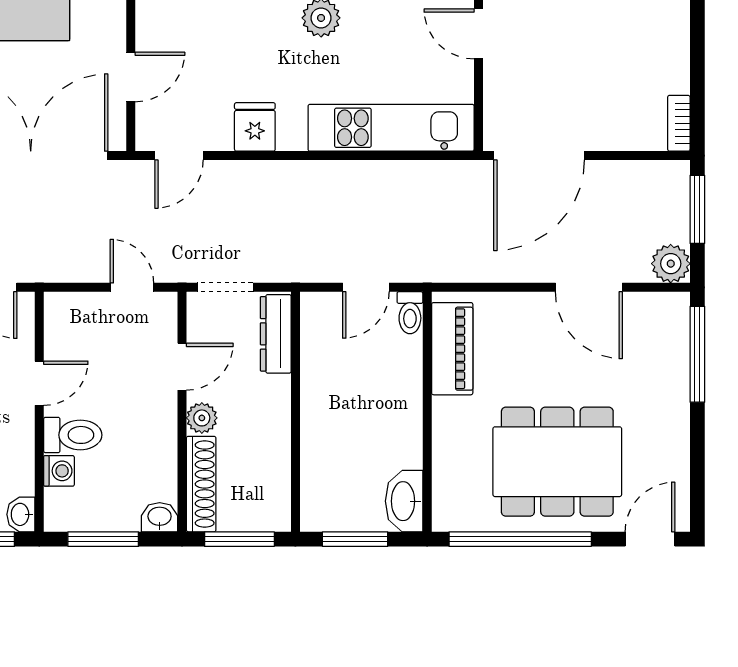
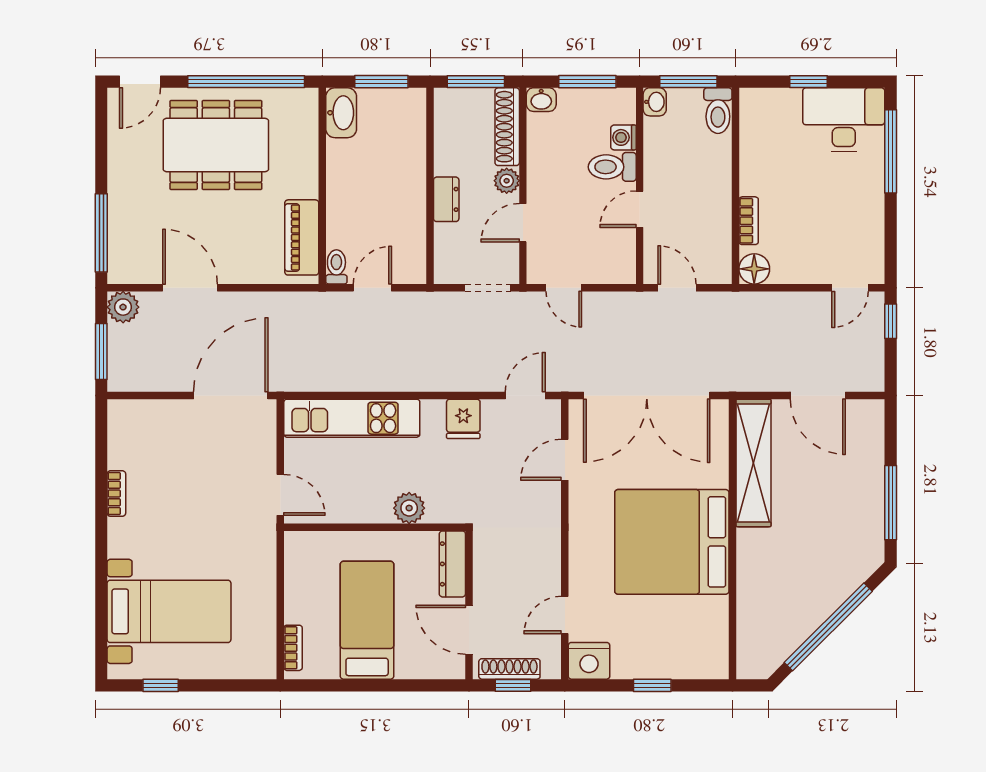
bookcase: (679, 123) -> (116, 494), moved
dresser: (276, 334) -> (446, 199), moved, width x0.70

